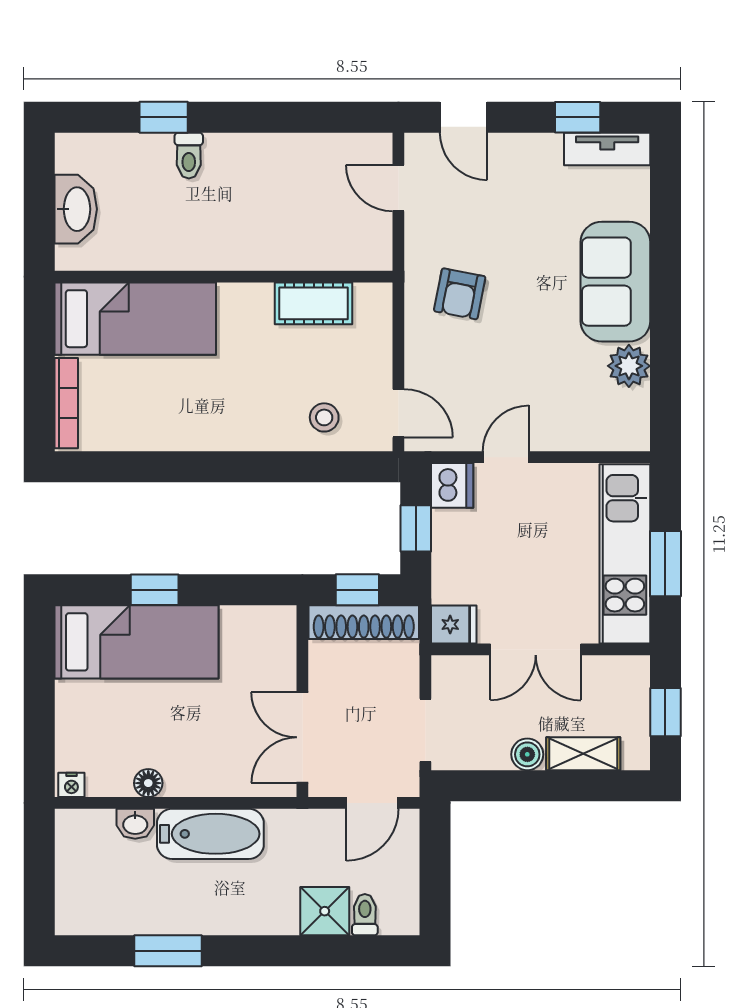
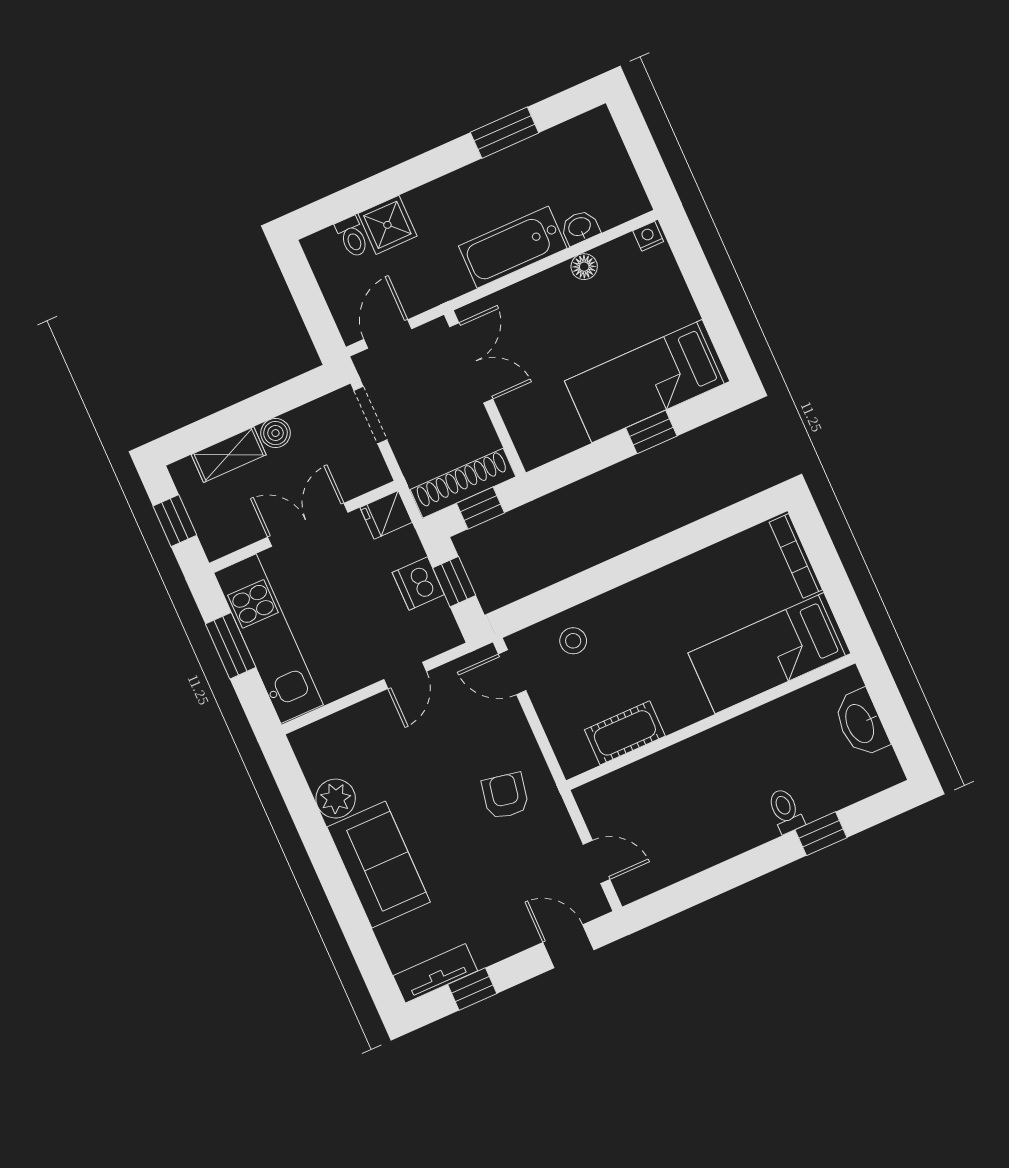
dishwasher: (452, 485) -> (418, 583), moved

